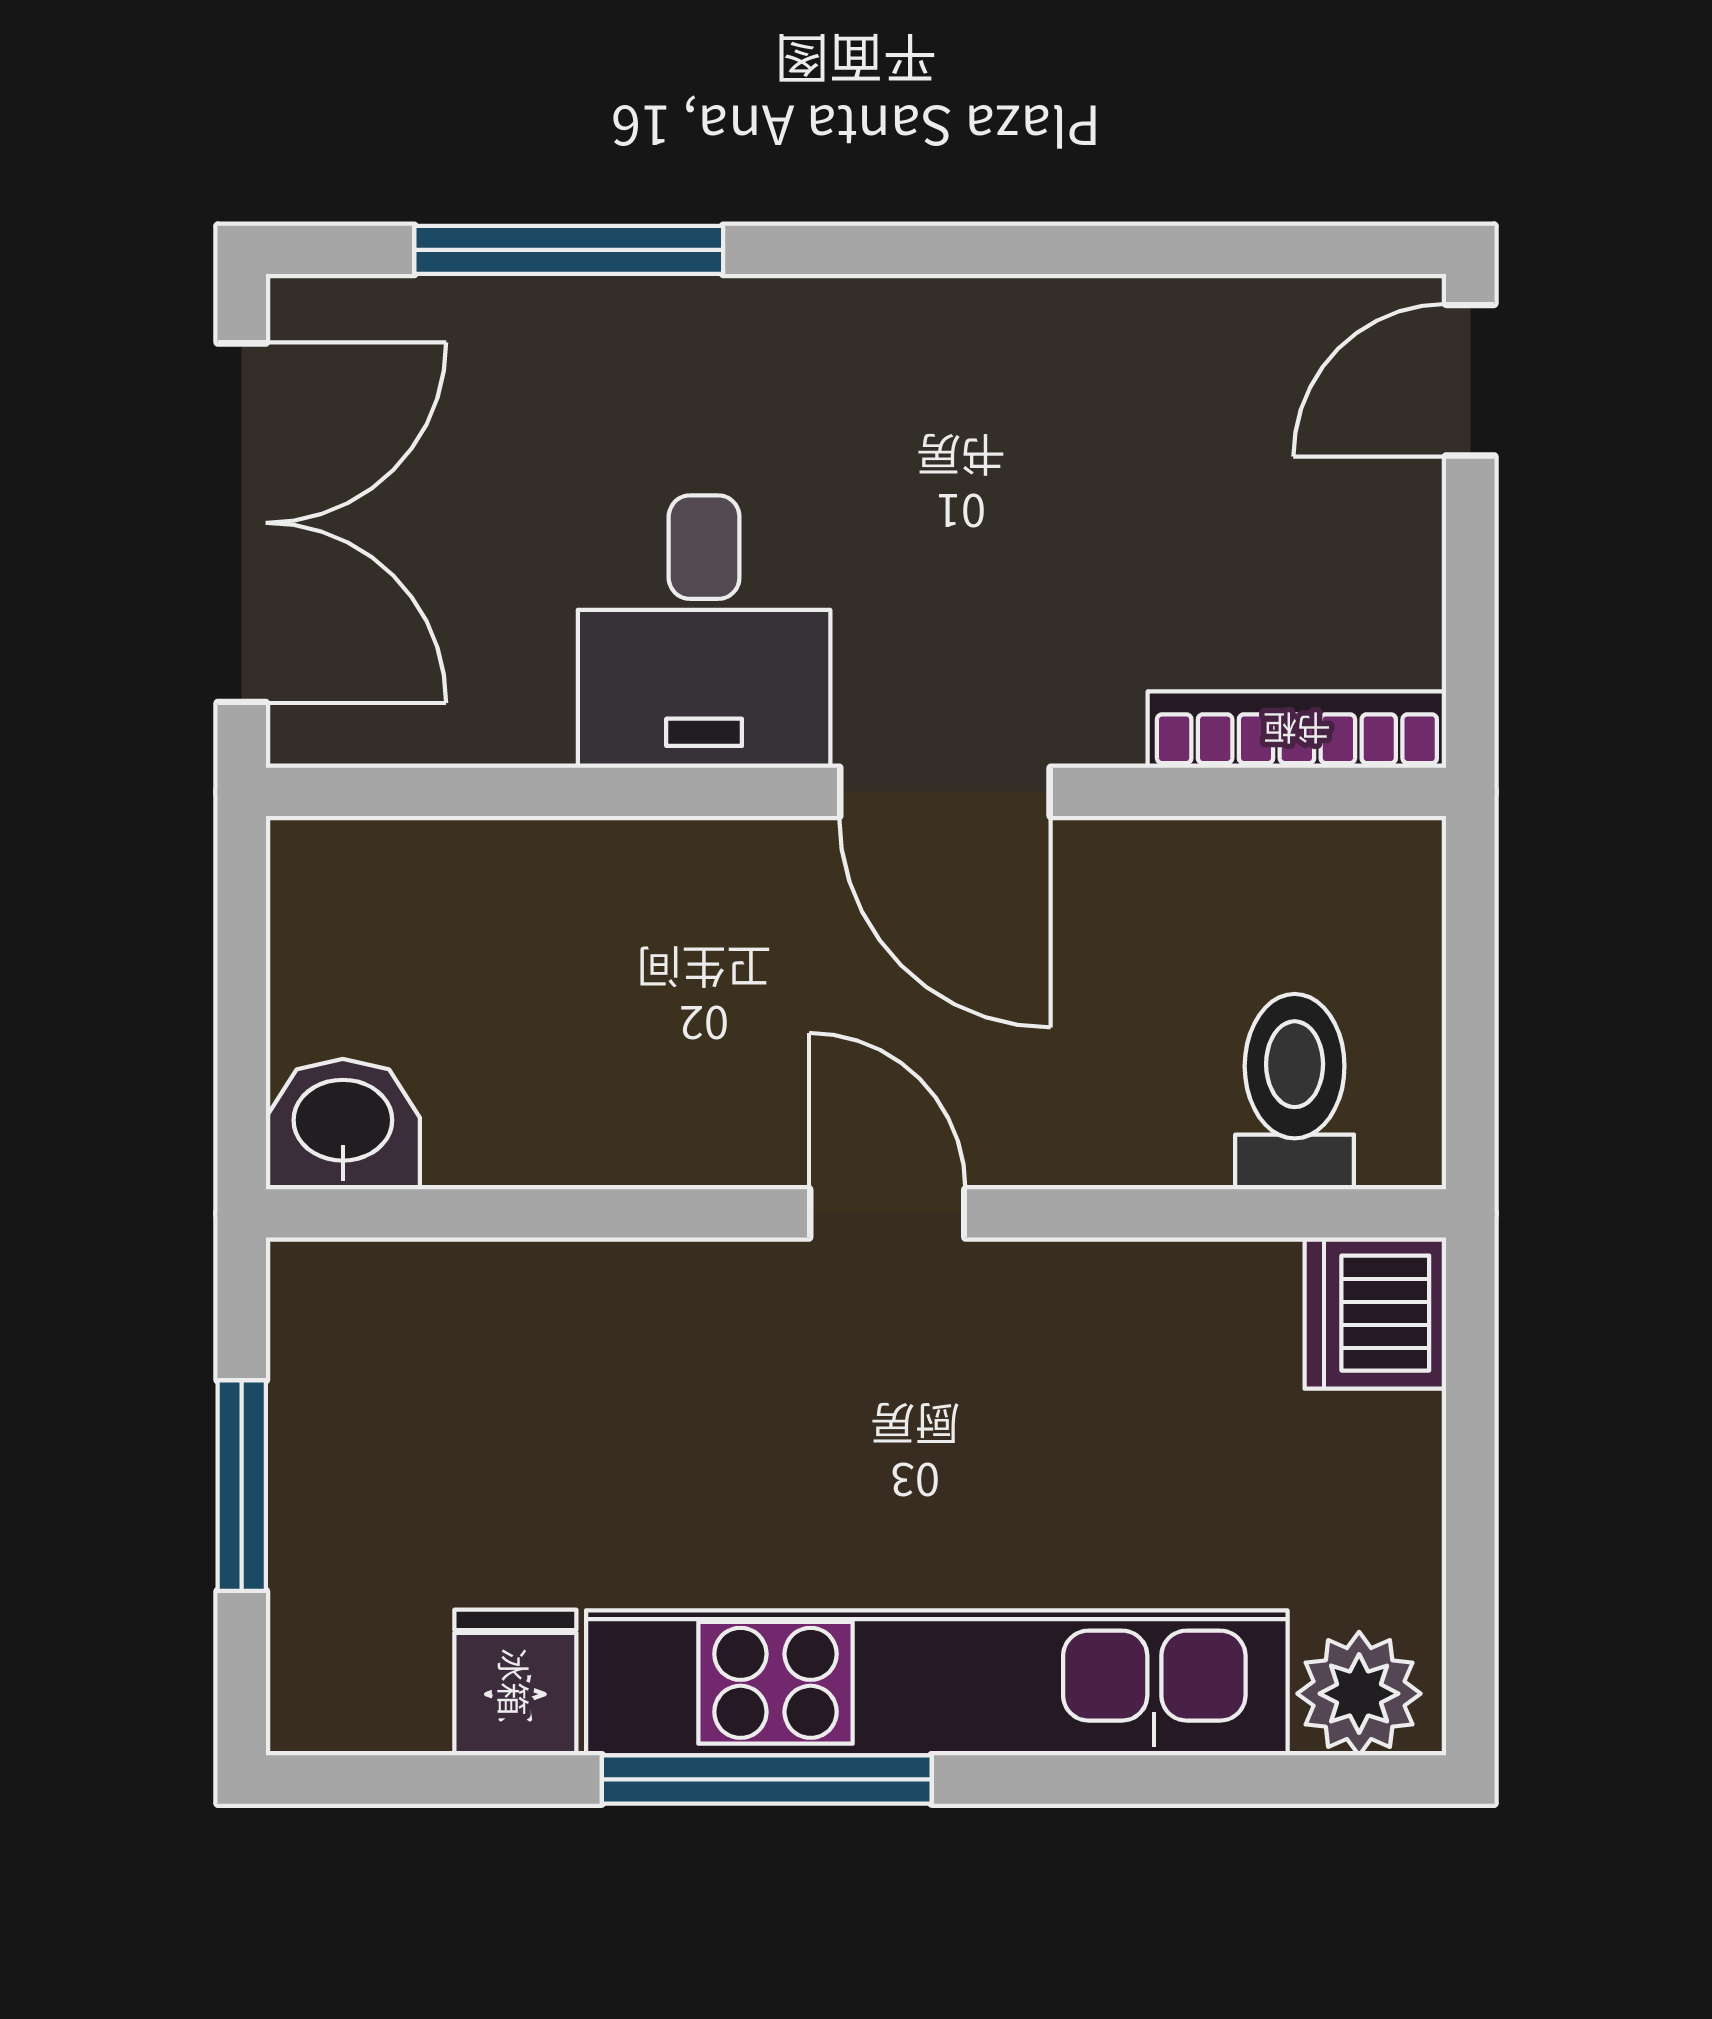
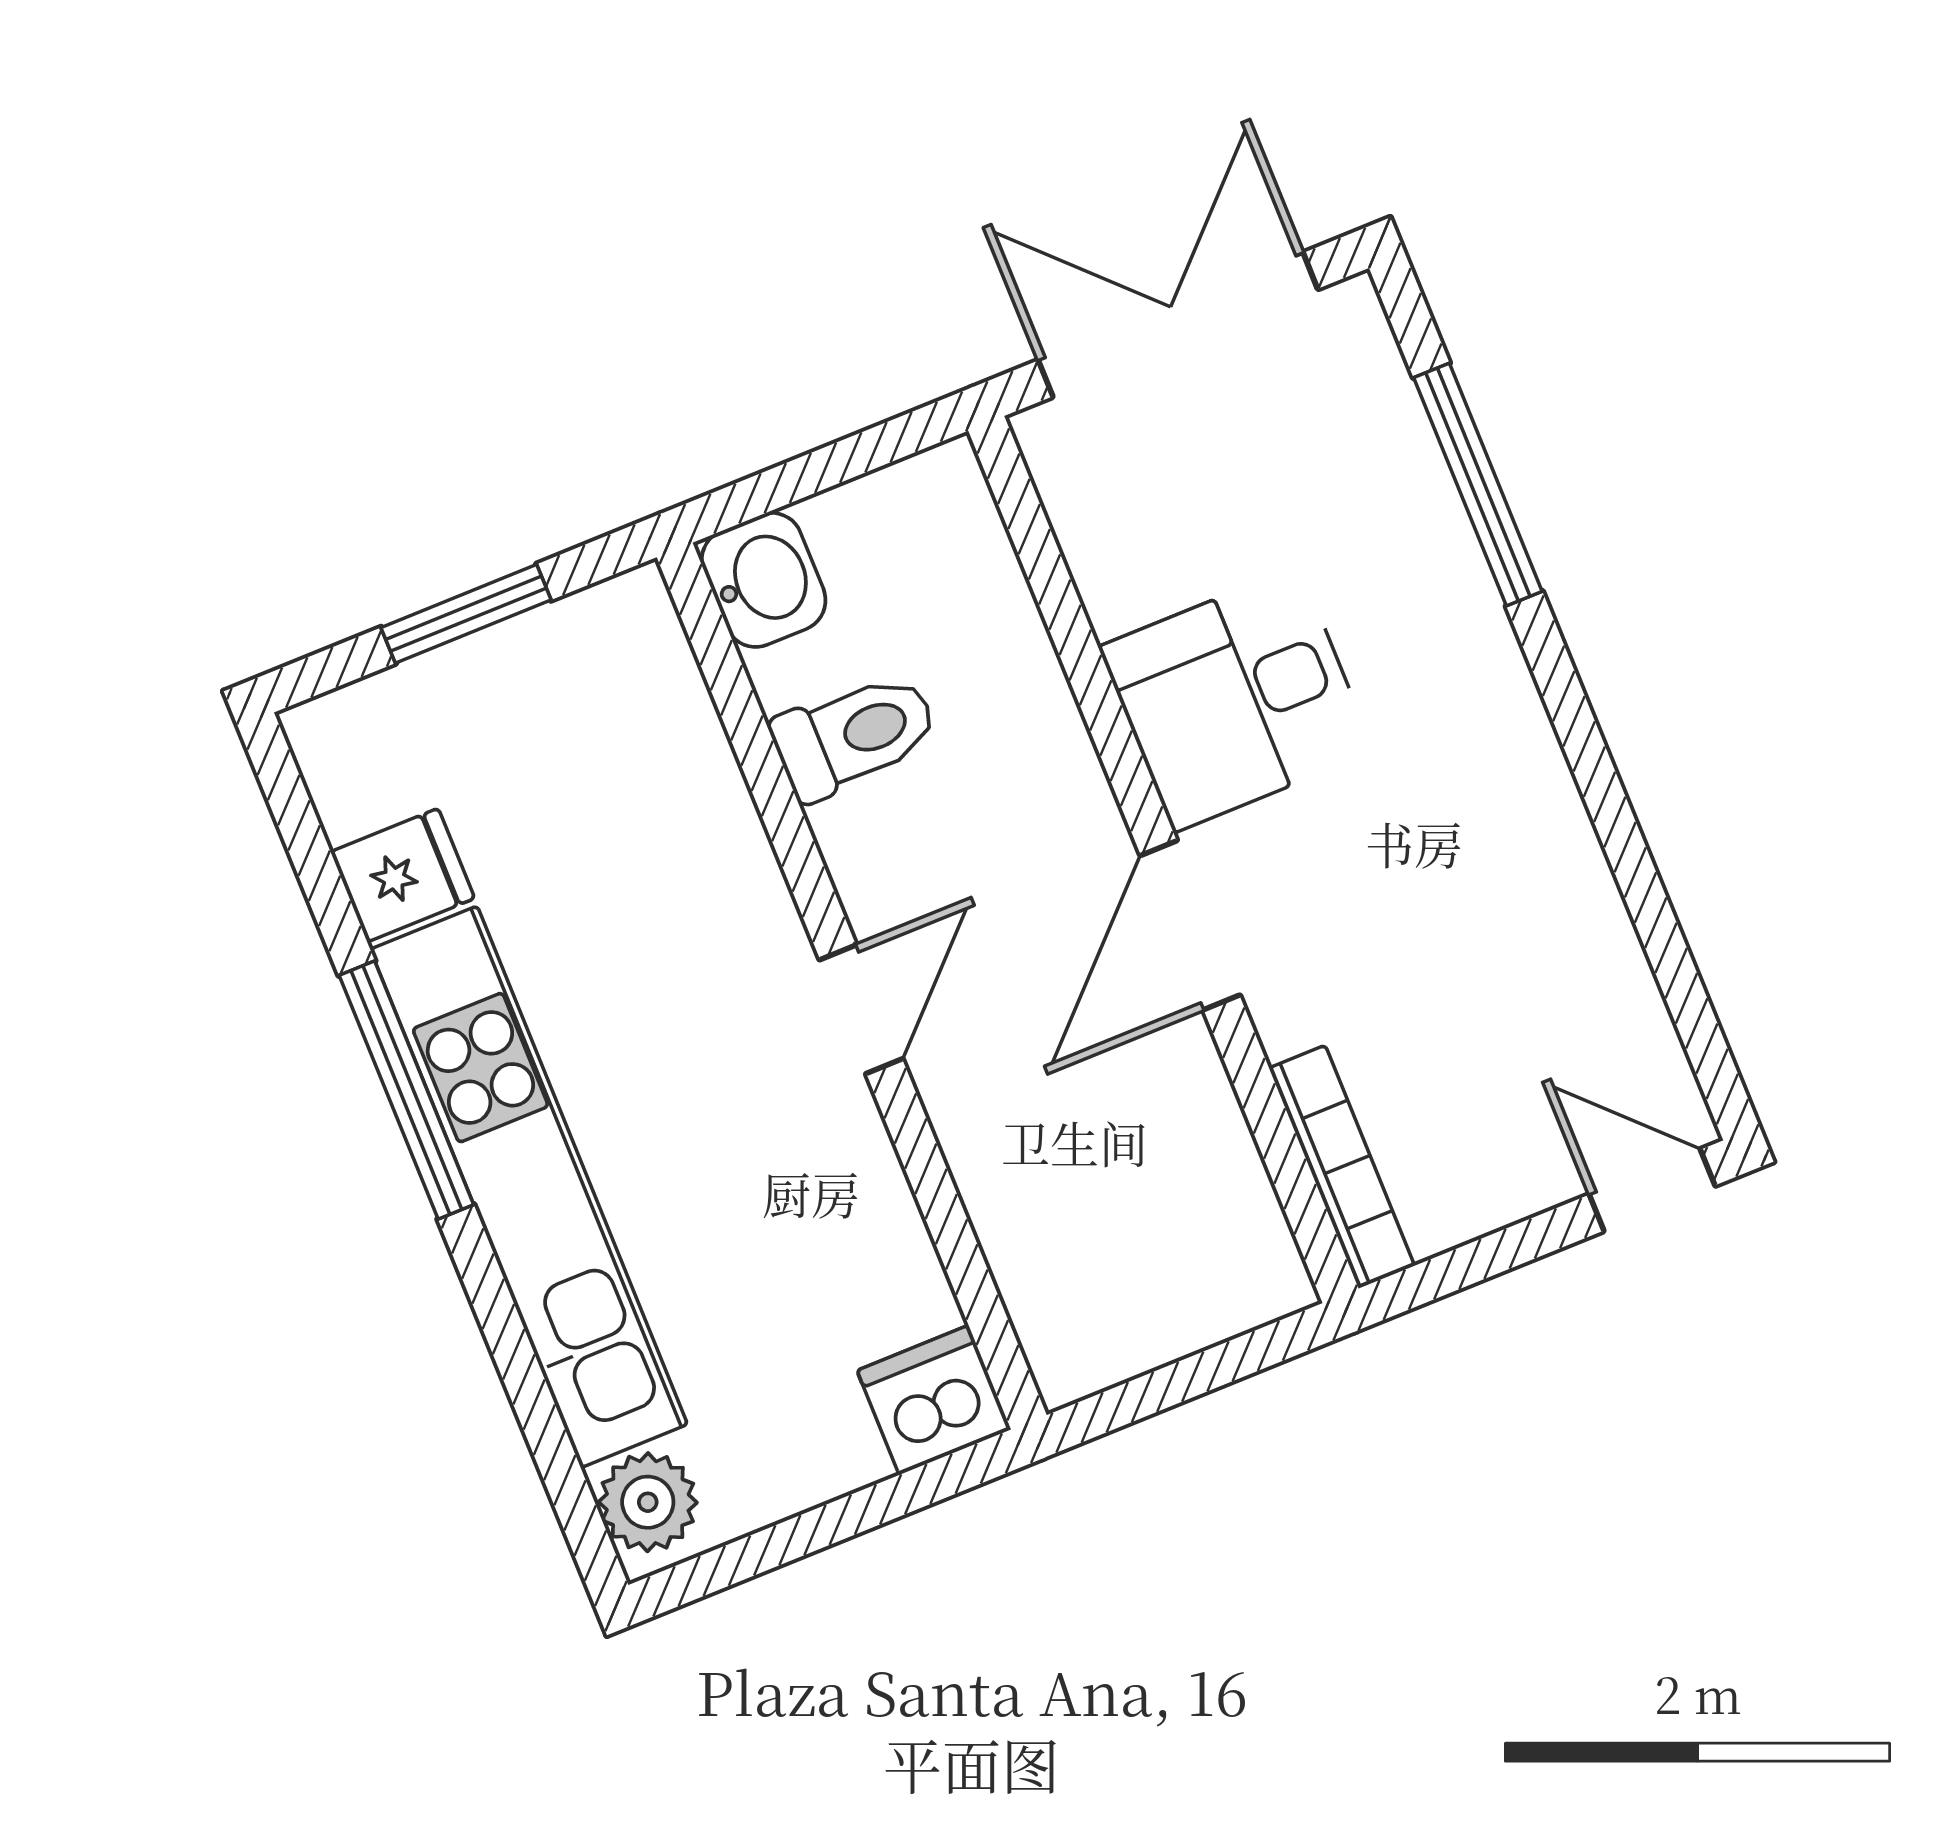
double door: (242, 523) -> (1178, 325), swing flipped
toilet: (1295, 1092) -> (855, 735), moved

